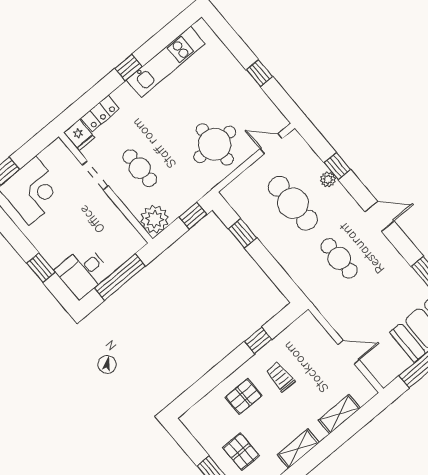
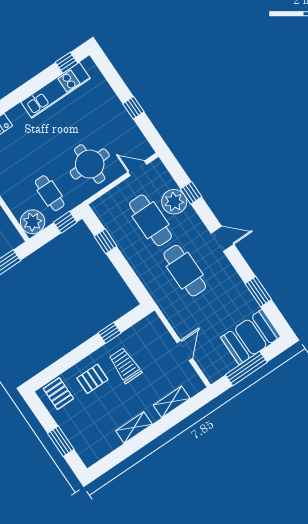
window: (128, 68) -> (66, 63), moved
cafe table: (140, 168) -> (50, 193), moved
plant: (328, 179) -> (174, 202), width x1.87, depth x1.87
cafe table: (339, 258) -> (185, 271), width x1.37, depth x1.35
door: (349, 352) -> (185, 350), hinge flipped
trolley: (280, 377) -> (125, 365), width x1.36, depth x1.39
pallet: (241, 452) -> (58, 394), moved

